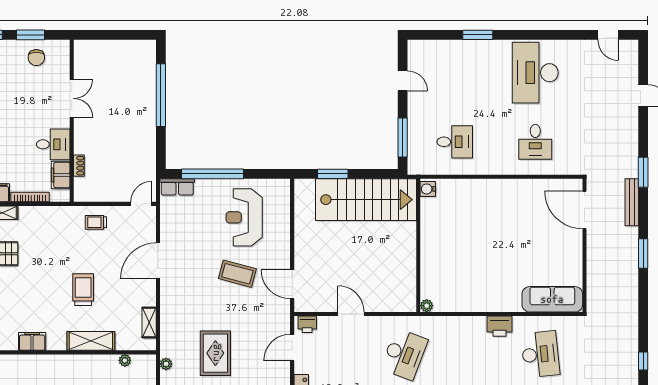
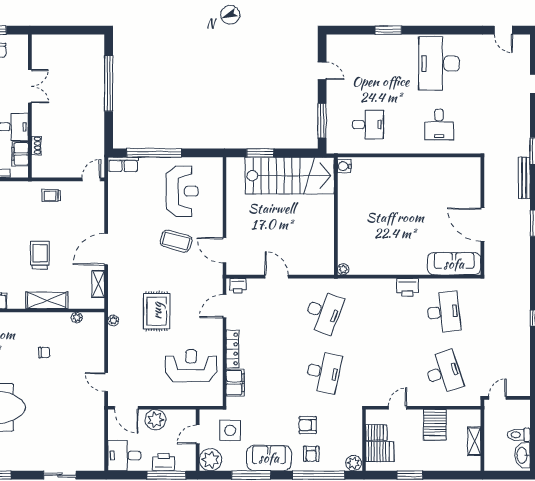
door: (584, 210) -> (482, 225), moved
reception desk: (244, 217) -> (182, 191), turned 180
door: (158, 261) -> (106, 249), moved

